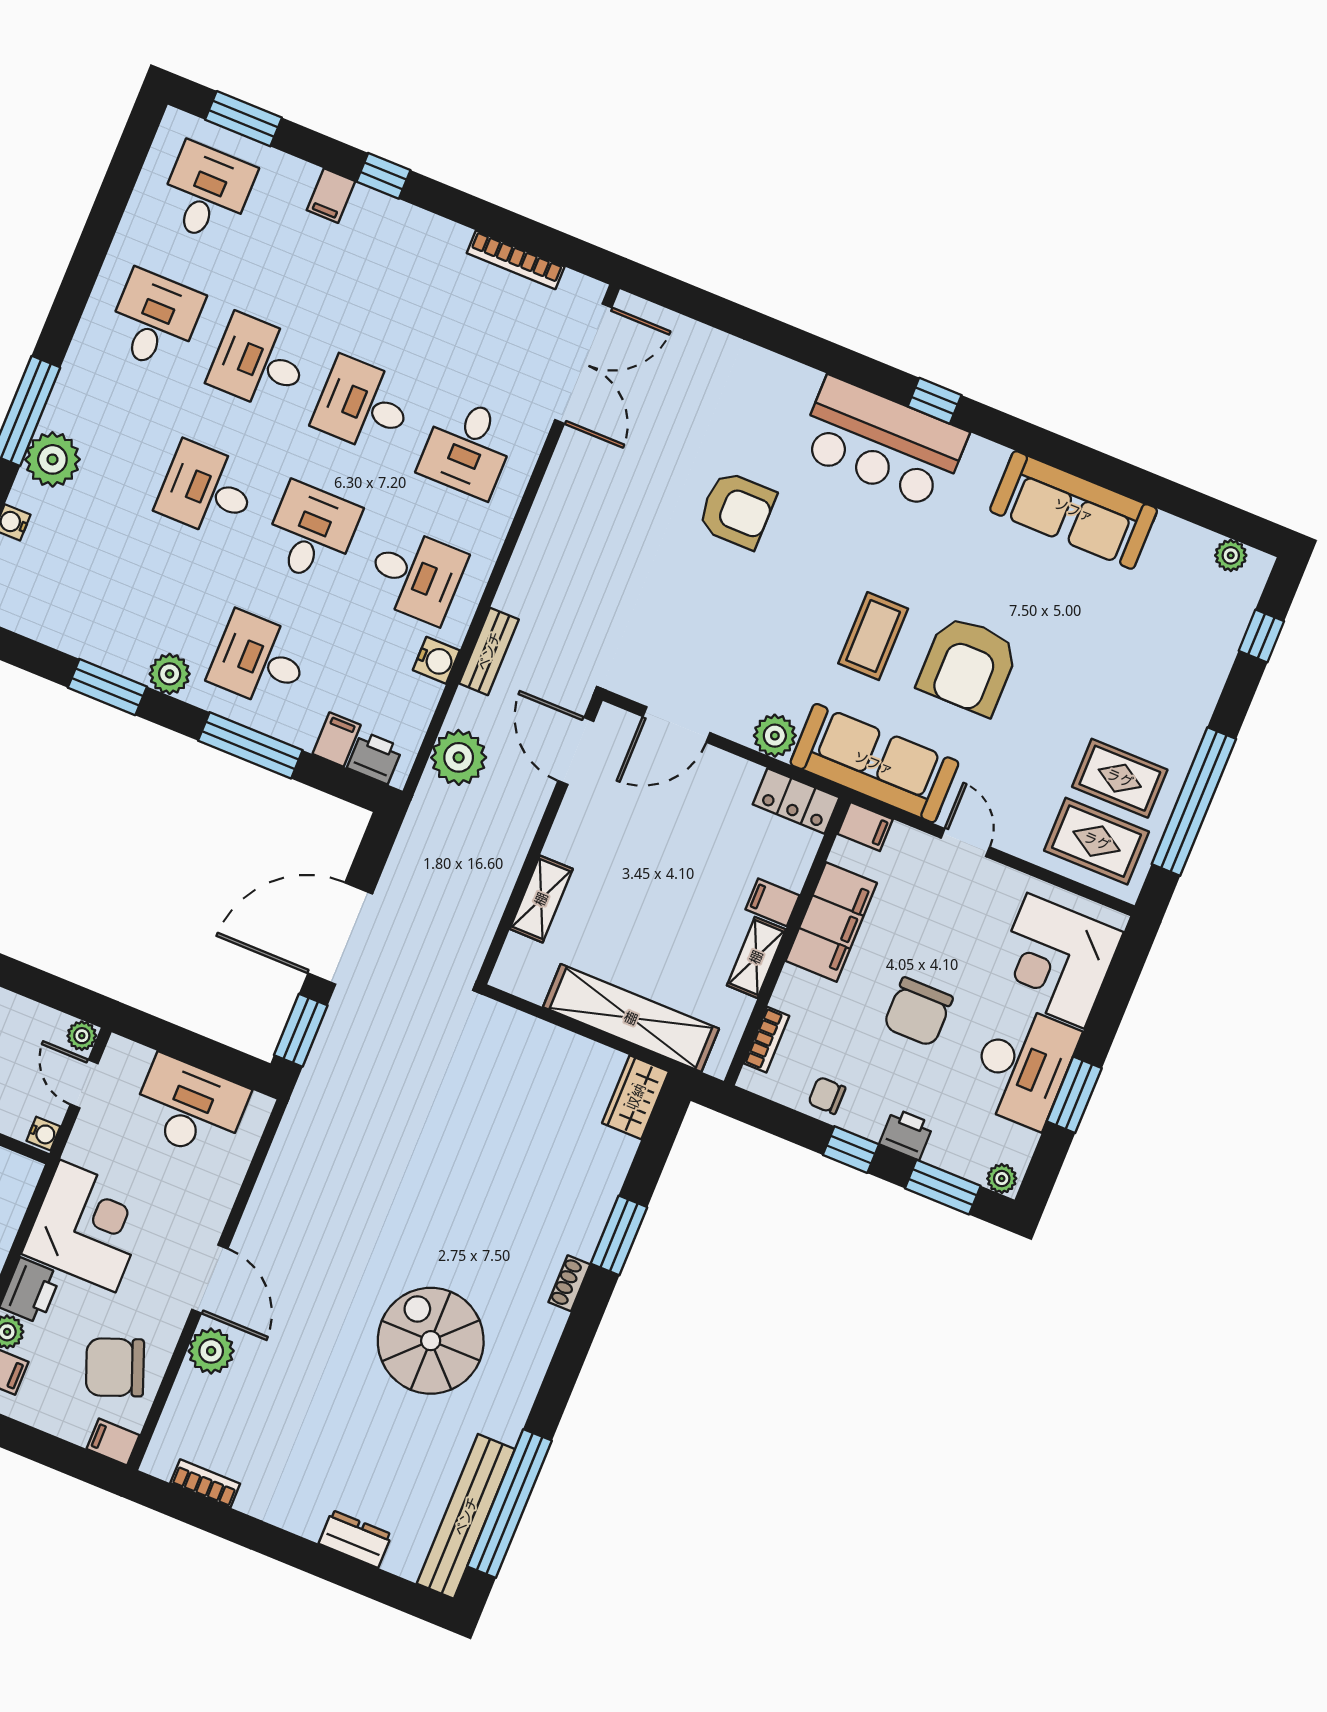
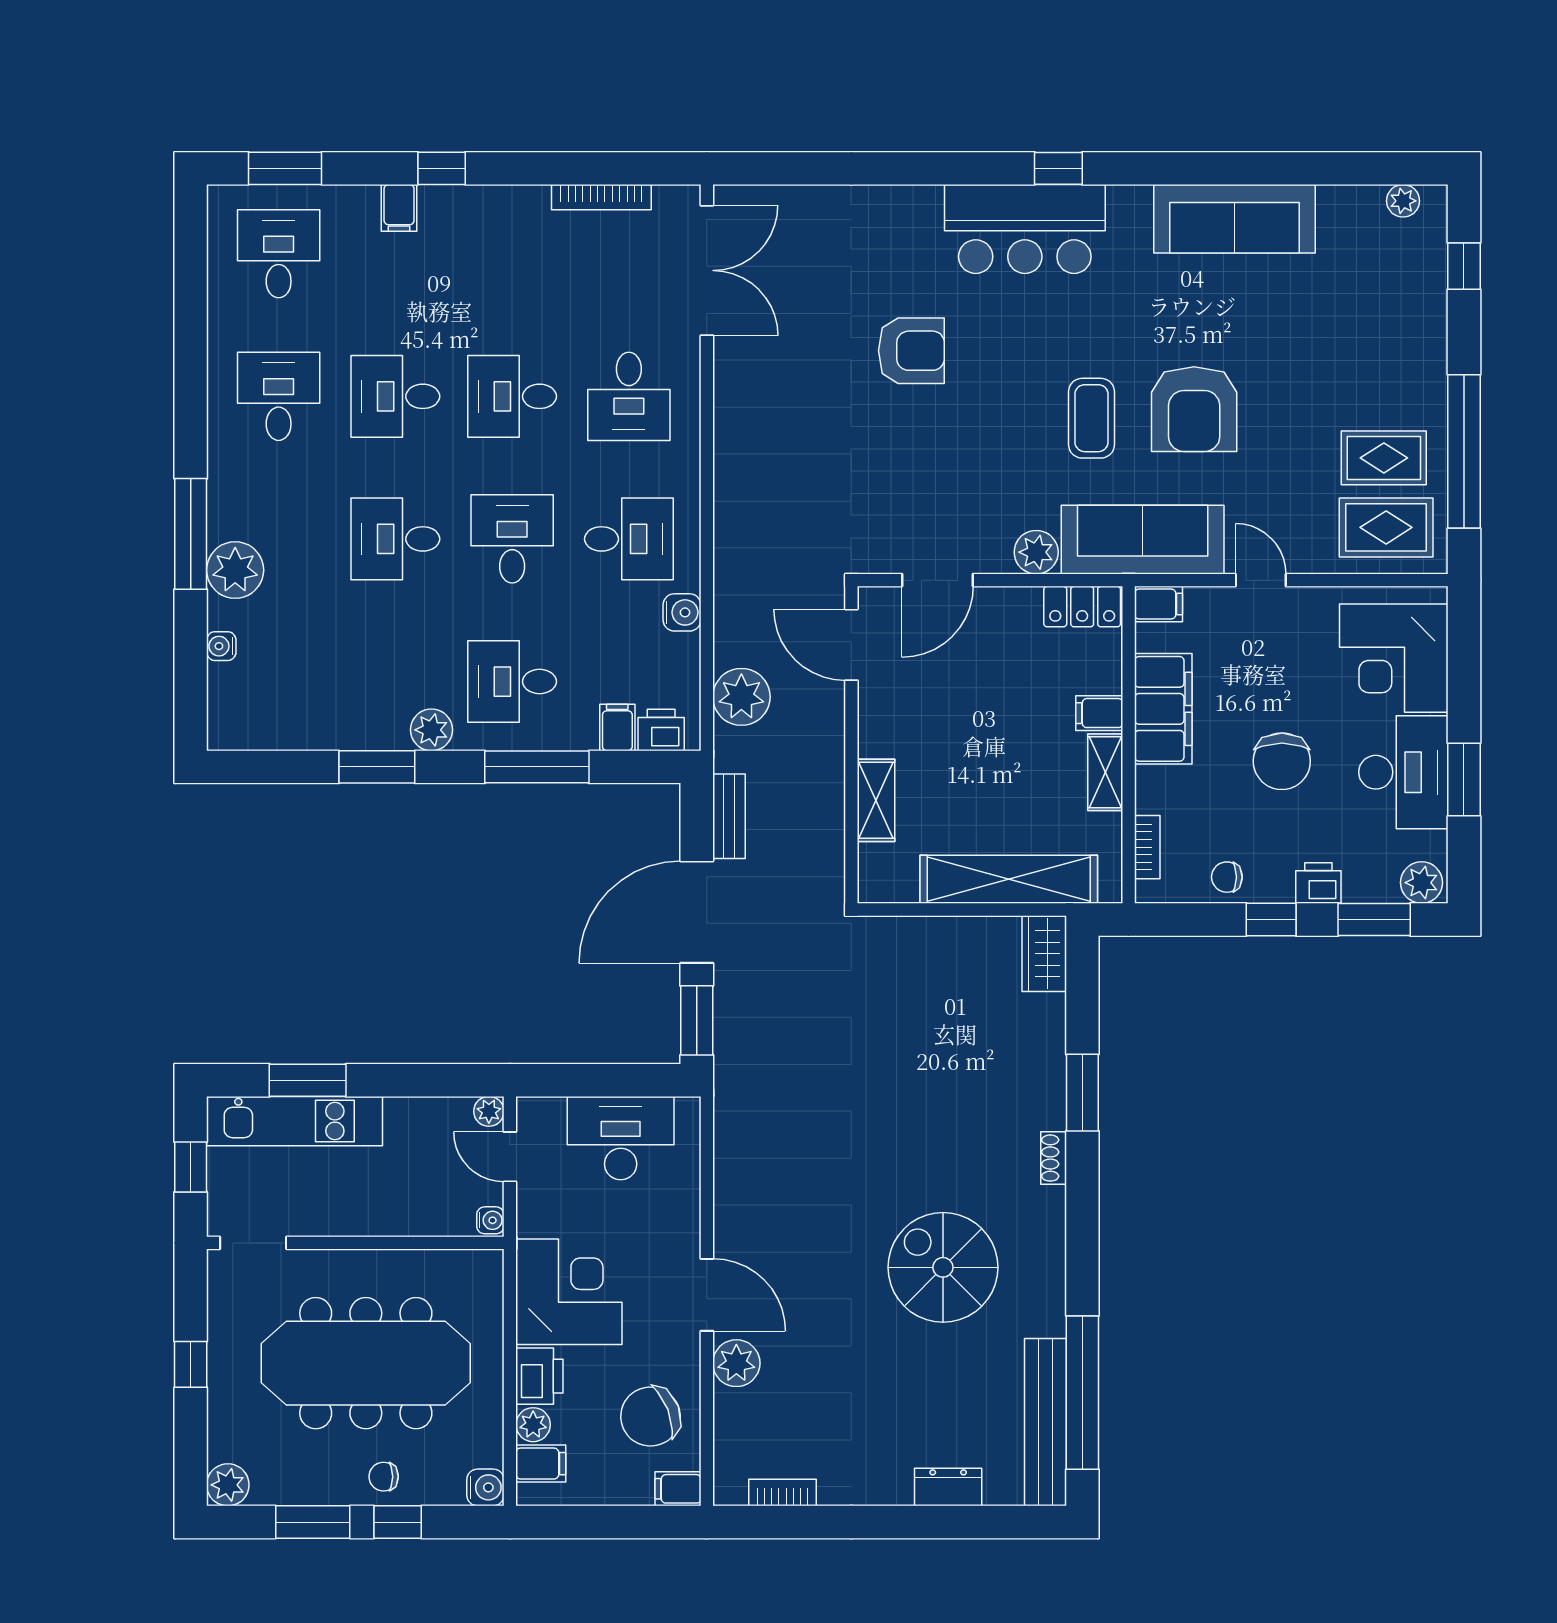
bench: (489, 651) -> (729, 816), moved
plant: (1002, 1179) -> (1422, 883), width x1.38, depth x1.38

